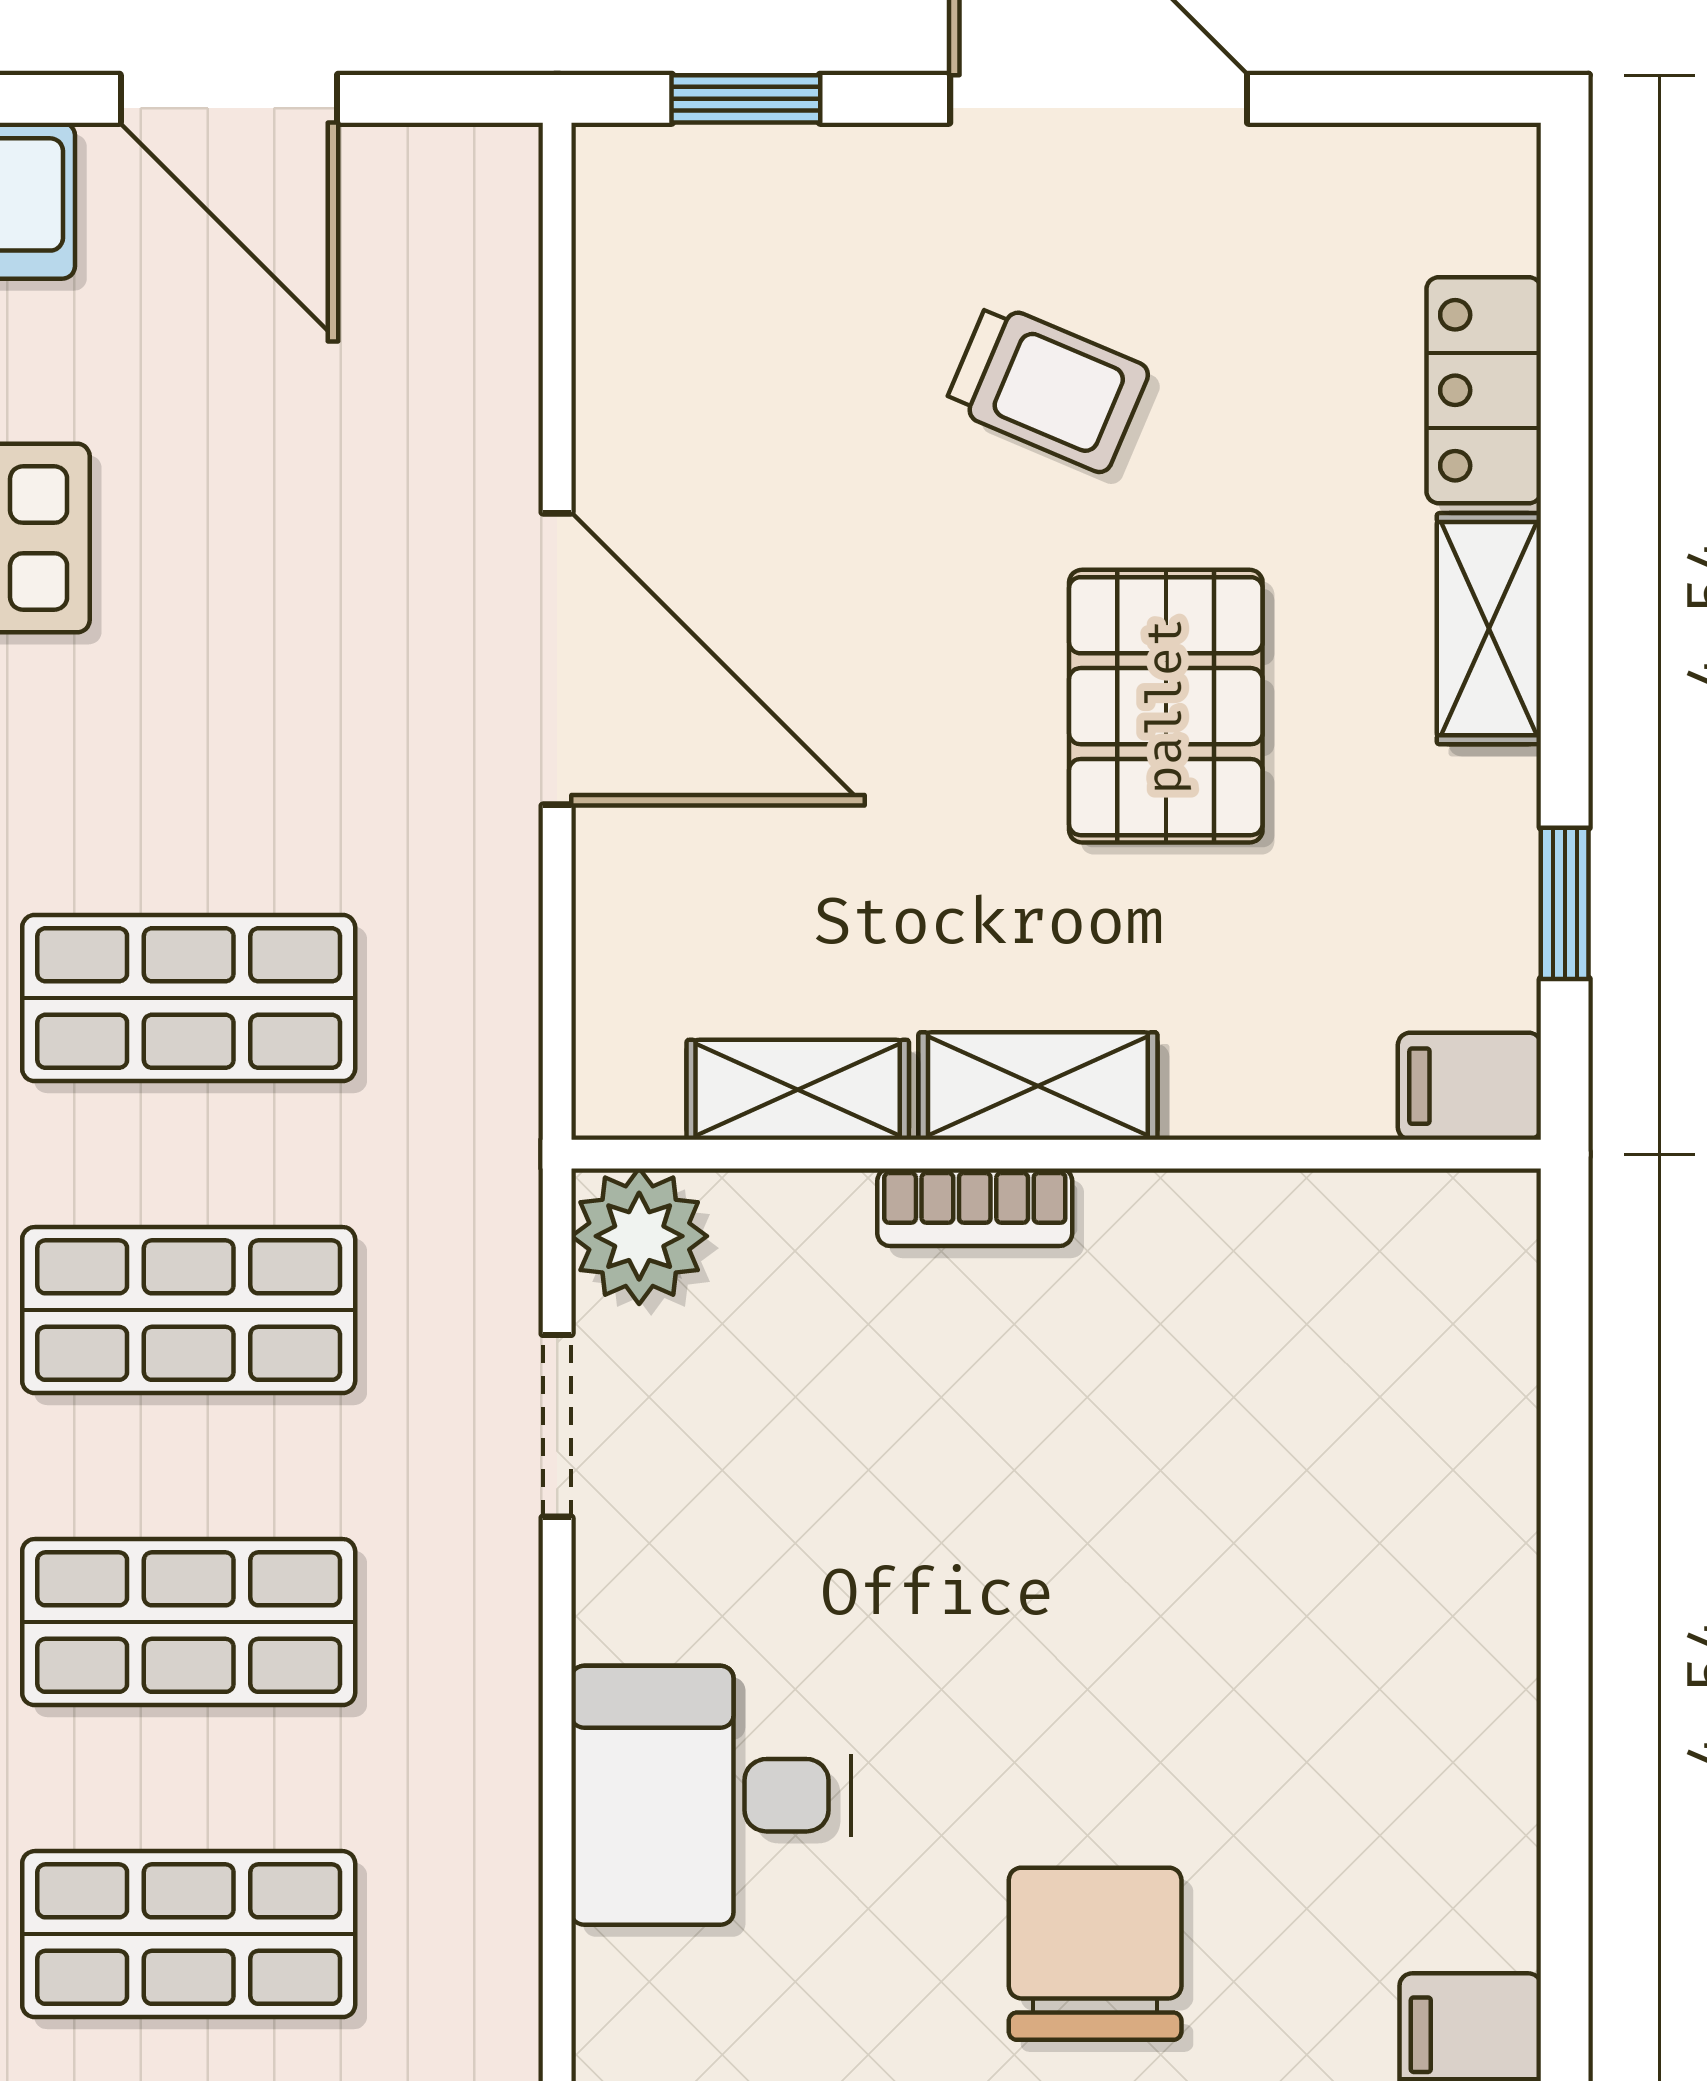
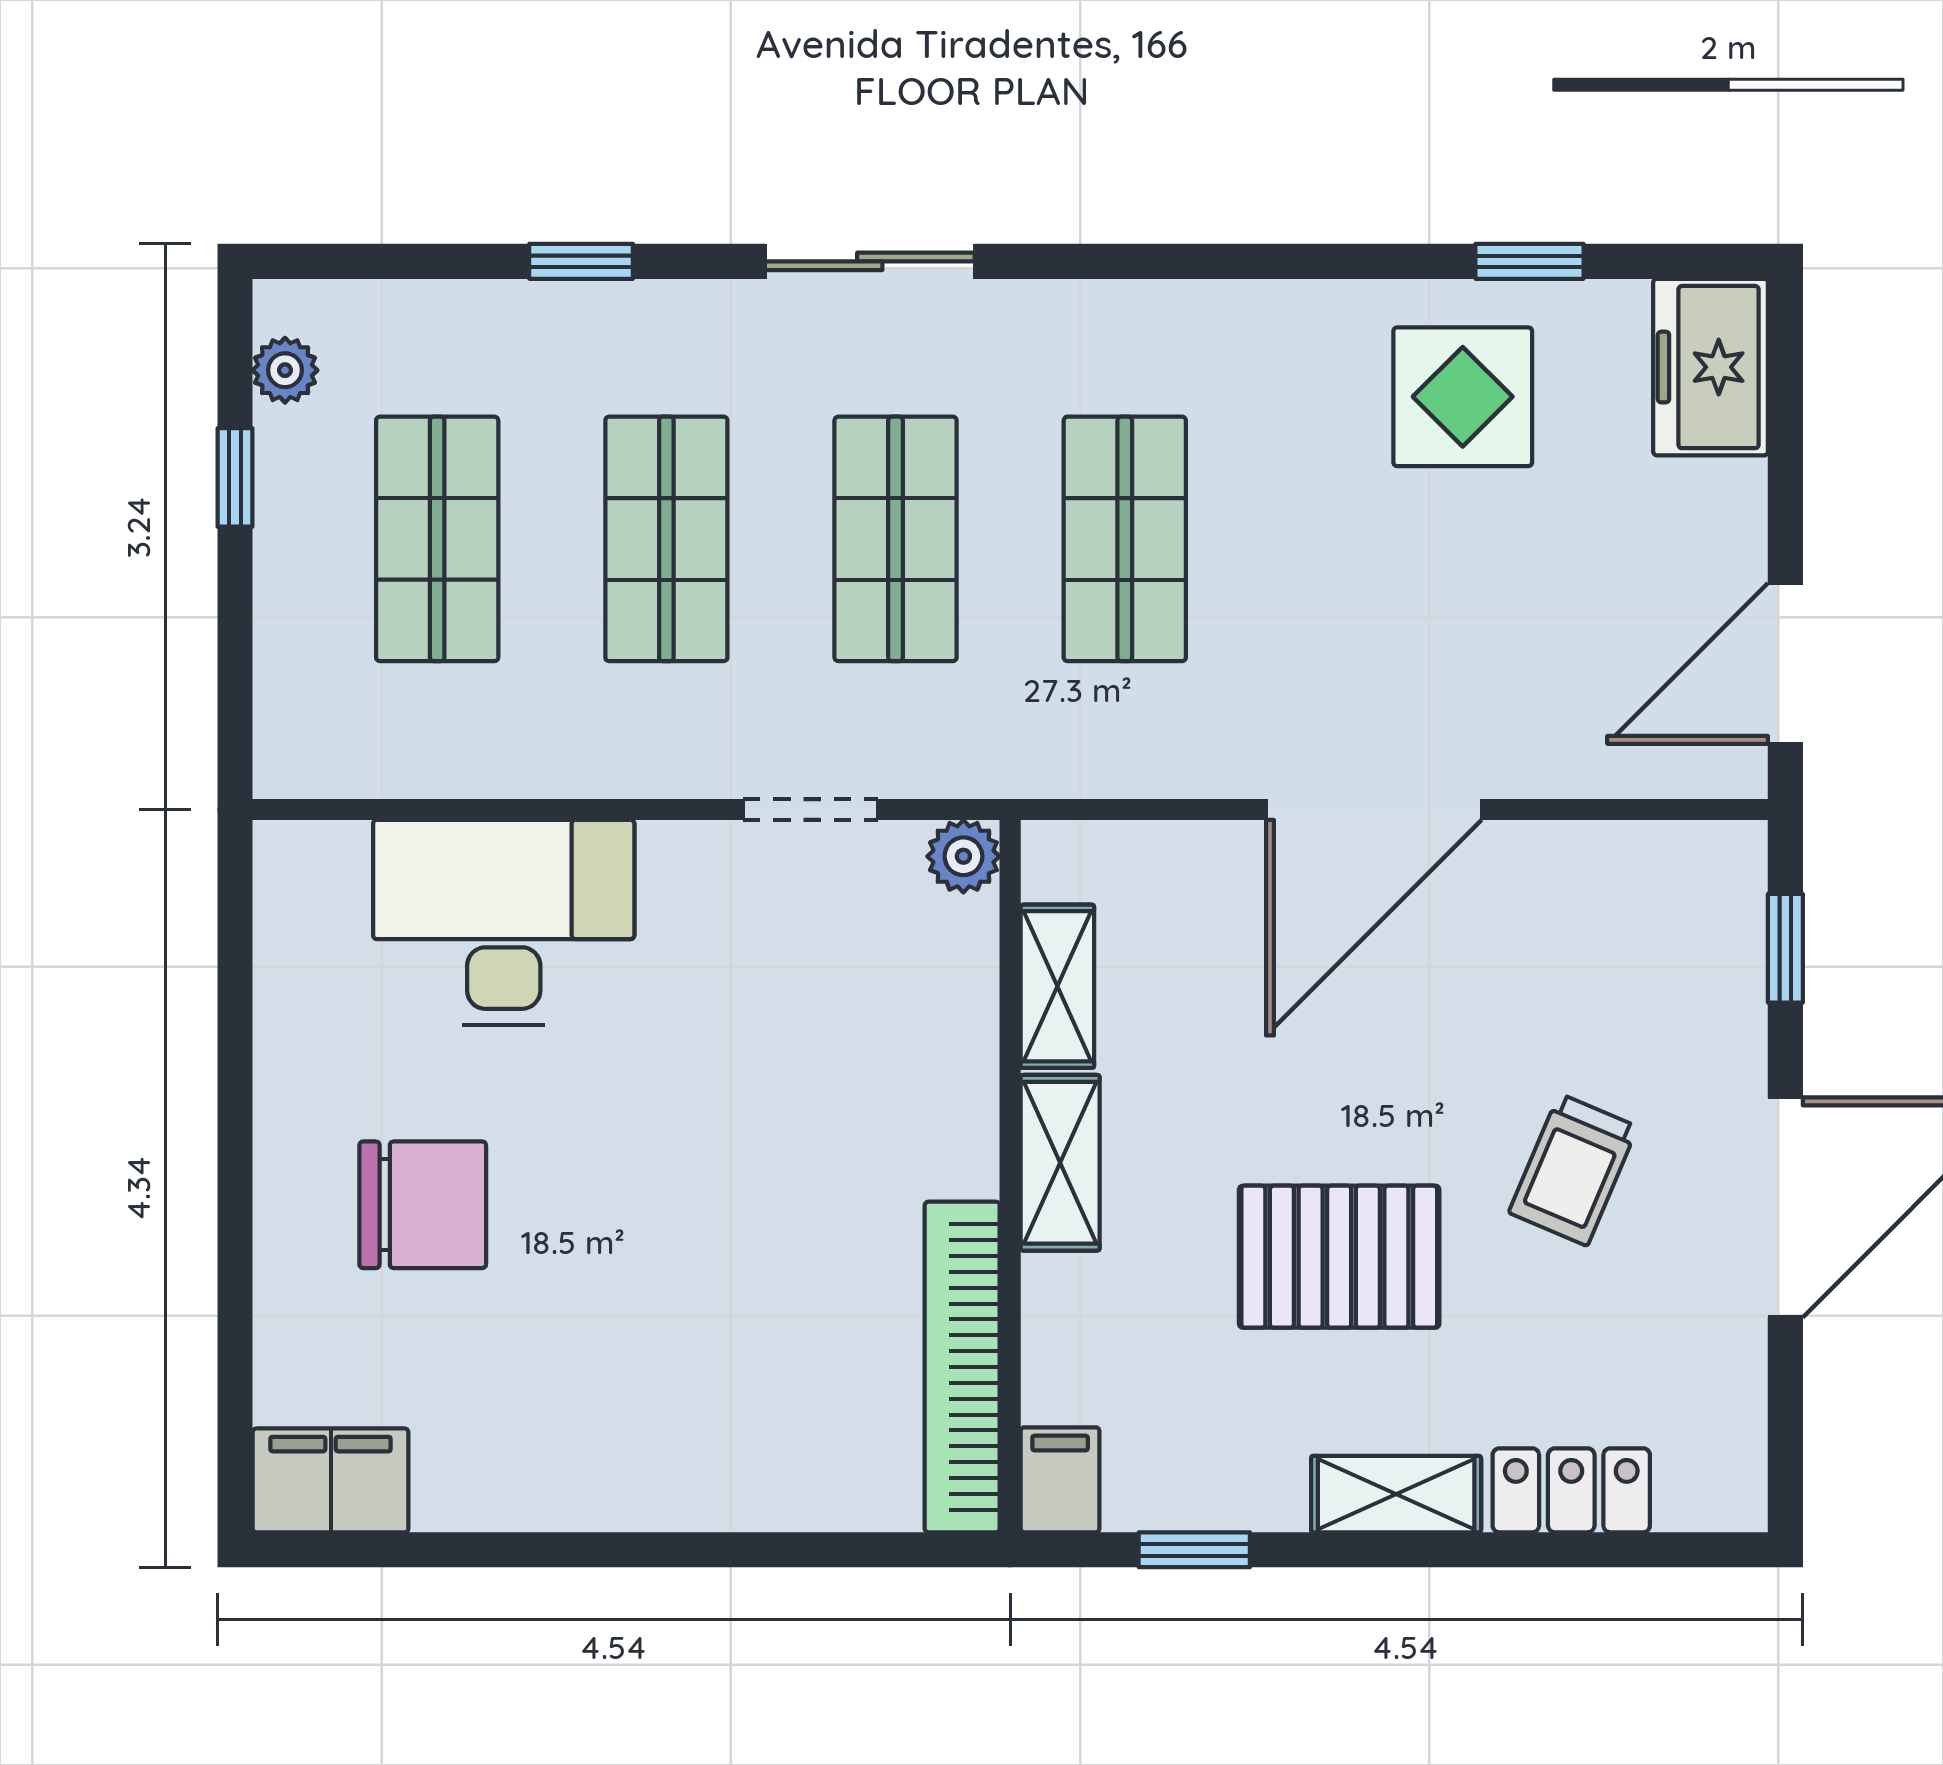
door: (229, 99) -> (1785, 663), moved
bookcase: (975, 1207) -> (962, 1367), moved, width x2.31, depth x1.31
plant: (639, 1236) -> (963, 856), width x0.73, depth x0.73
desk: (711, 1795) -> (504, 923), width x1.37

